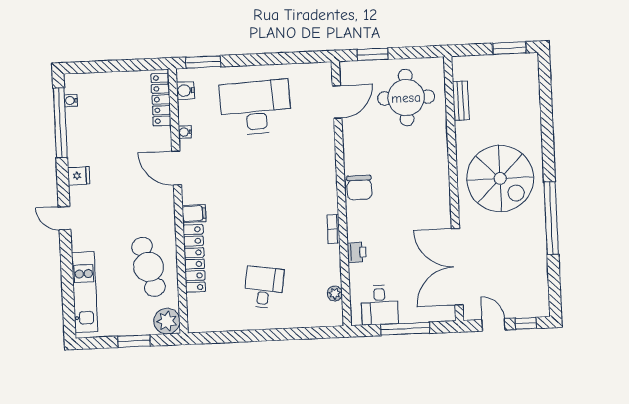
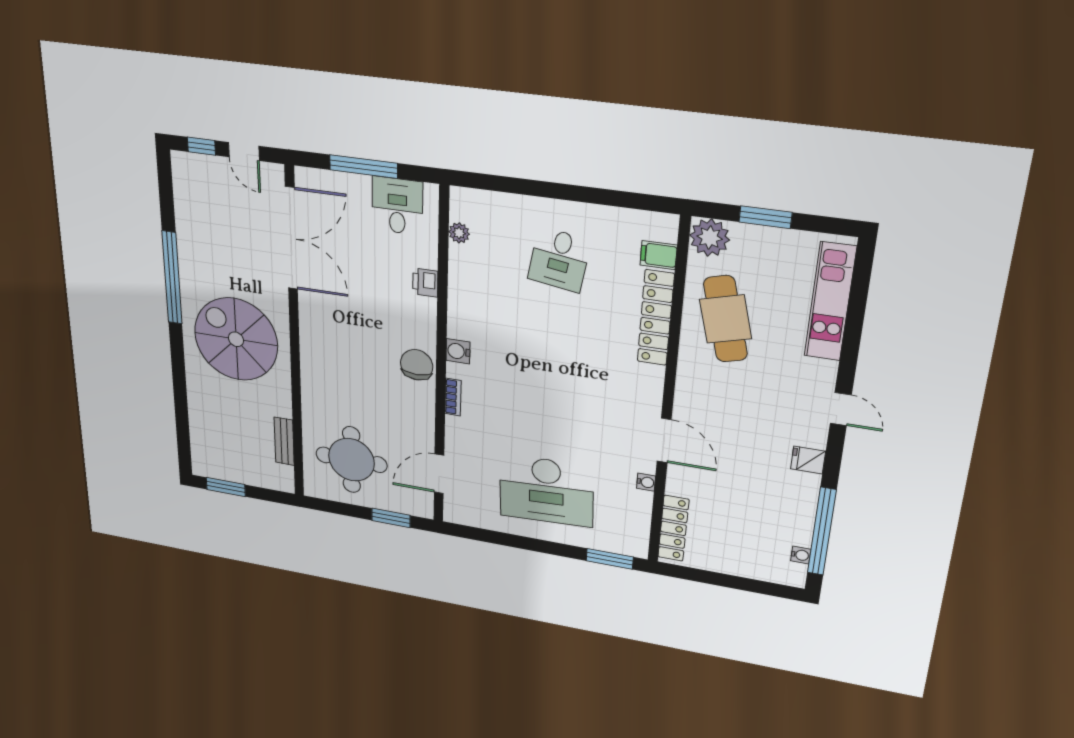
water cooler: (185, 91) -> (458, 351), moved, turned 180
filing cabinet: (194, 213) -> (659, 255), moved
bookcase: (333, 229) -> (453, 397), moved

